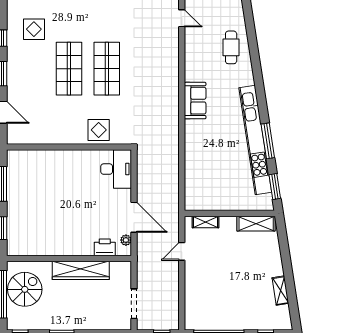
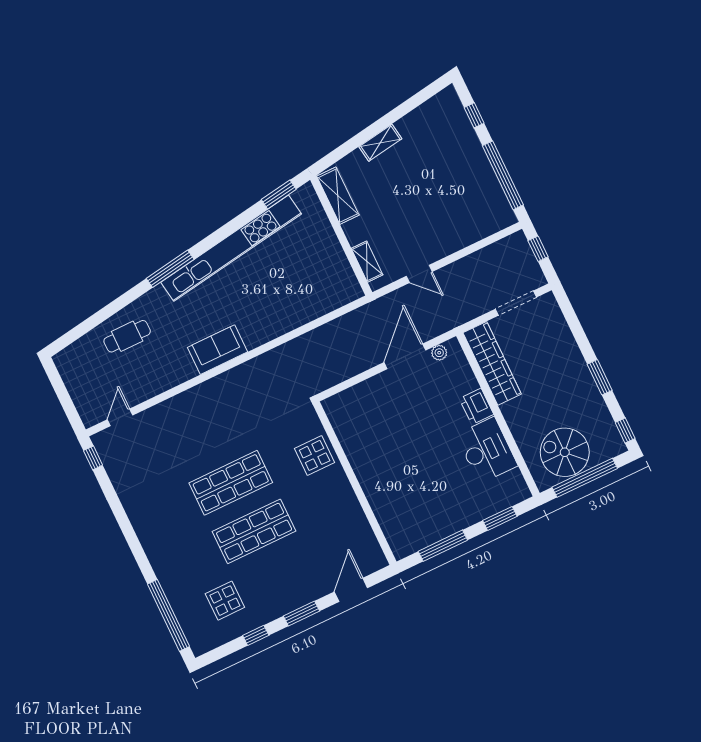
window: (268, 141) -> (170, 269), moved
desk: (116, 169) -> (487, 450), moved, turned 90
printer: (105, 247) -> (476, 406), moved
wardrobe: (81, 270) -> (492, 363), moved
shelving: (280, 291) -> (380, 143), moved

